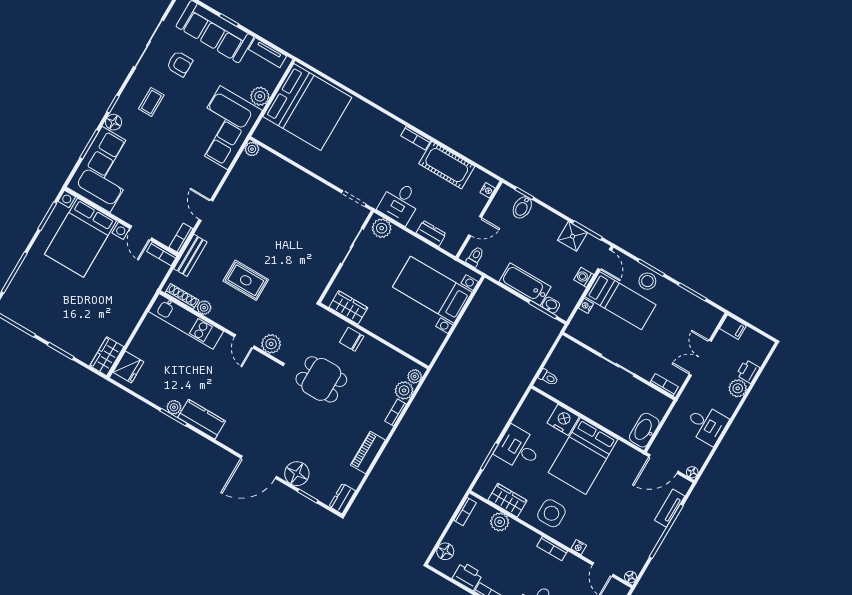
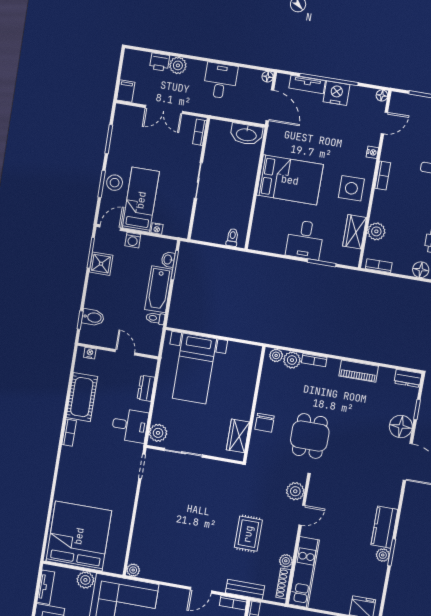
toilet: (475, 257) -> (155, 318), moved
nightstand: (563, 420) -> (336, 93), moved, turned 90

